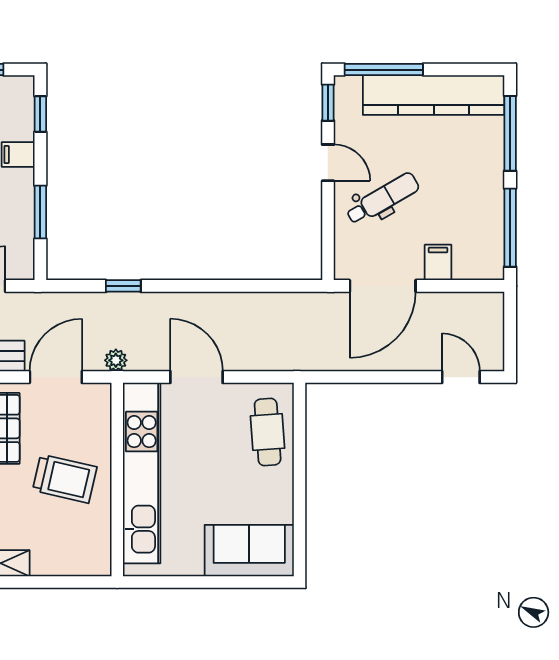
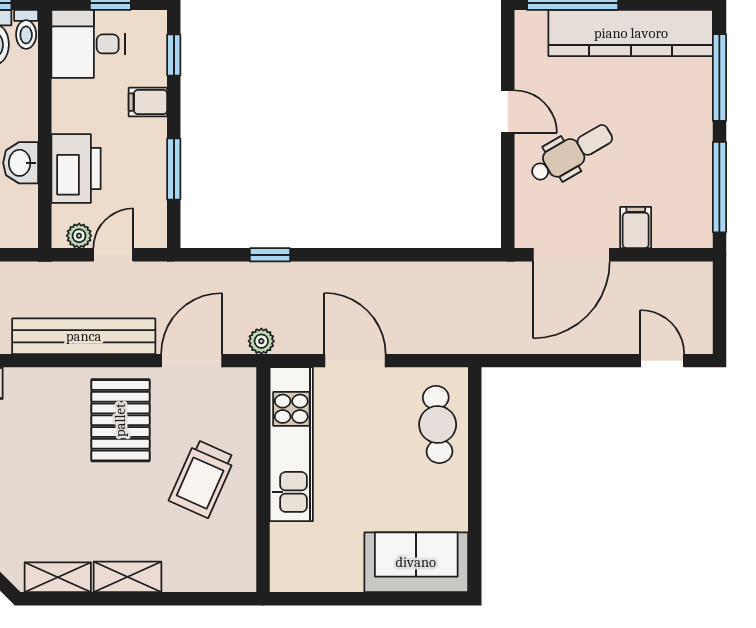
window: (328, 103) -> (508, 42), removed
kitchen unit: (142, 473) -> (291, 444), width x0.73
trolley: (65, 479) -> (202, 479), turned 101

